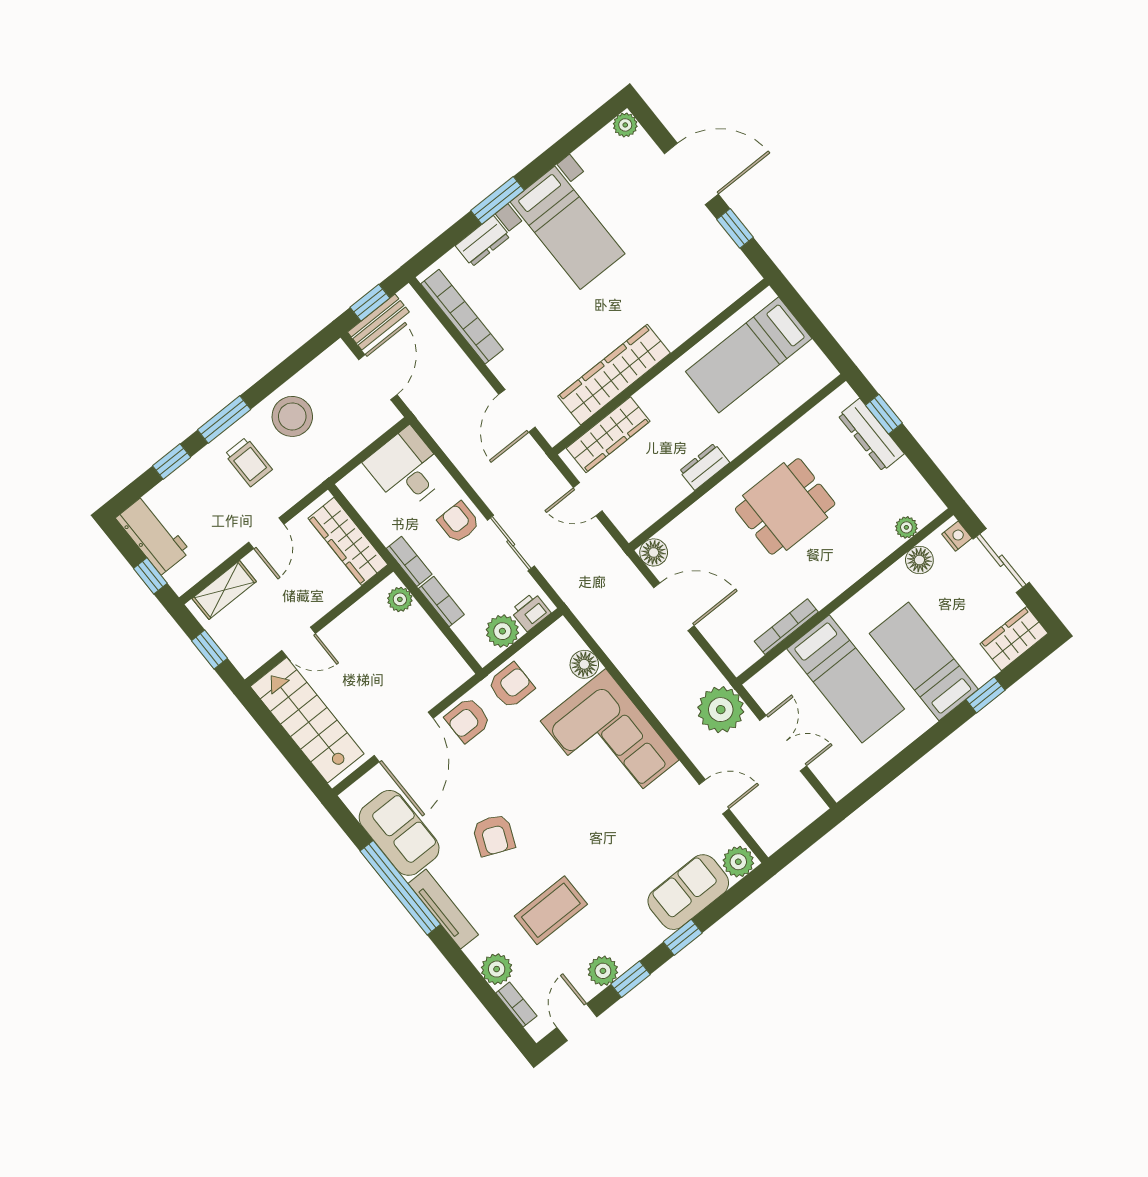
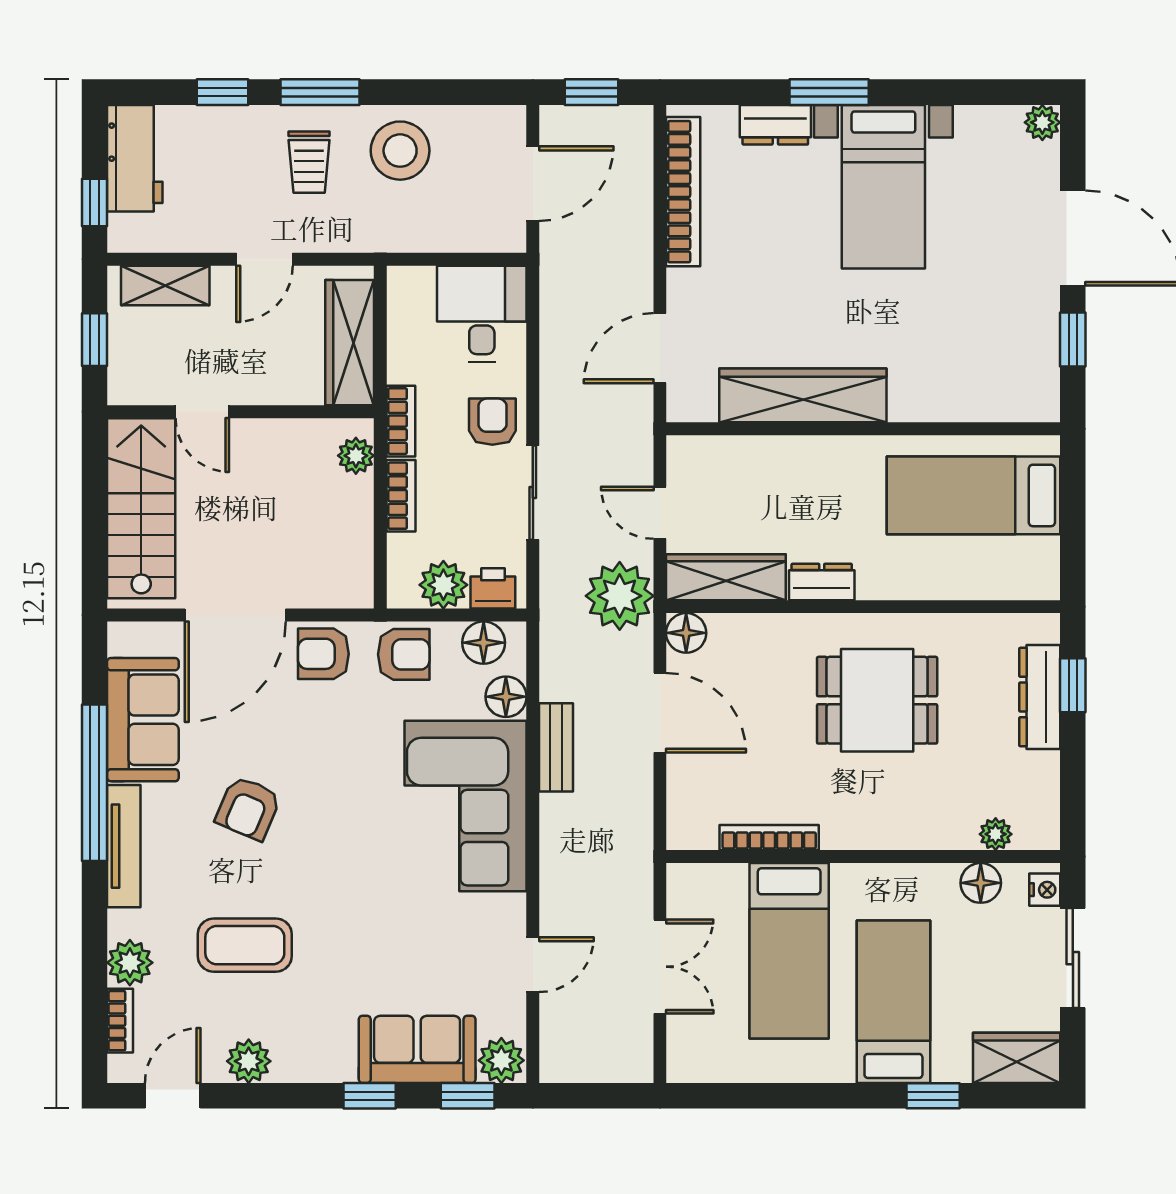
bench: (378, 322) -> (556, 747), moved, turned 90
wardrobe: (608, 435) -> (726, 577), moved, turned 180
floor lamp: (549, 645) -> (484, 643), added
plant: (721, 710) -> (620, 596), moved
door: (714, 797) -> (533, 965), hinge flipped
window: (630, 979) -> (468, 1096), moved

